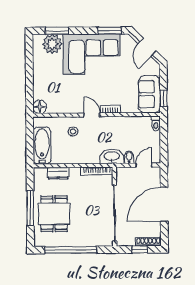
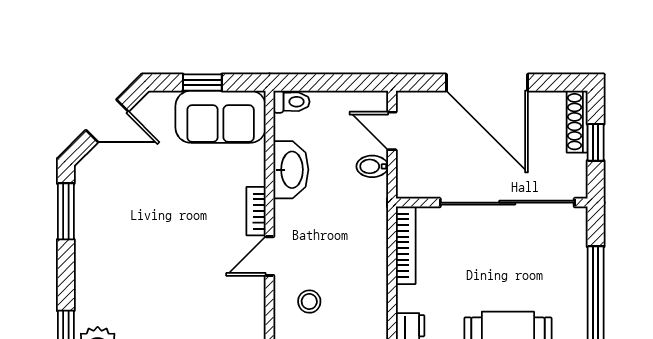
corner sofa: (92, 54) -> (123, 256), removed
window: (163, 98) -> (202, 83), moved
washbasin: (112, 157) -> (291, 170), moved, turned 180

